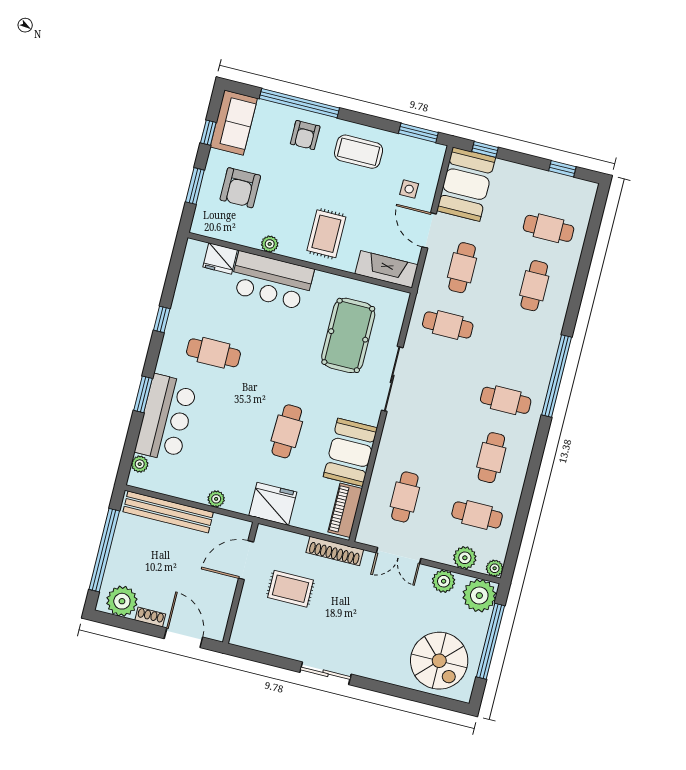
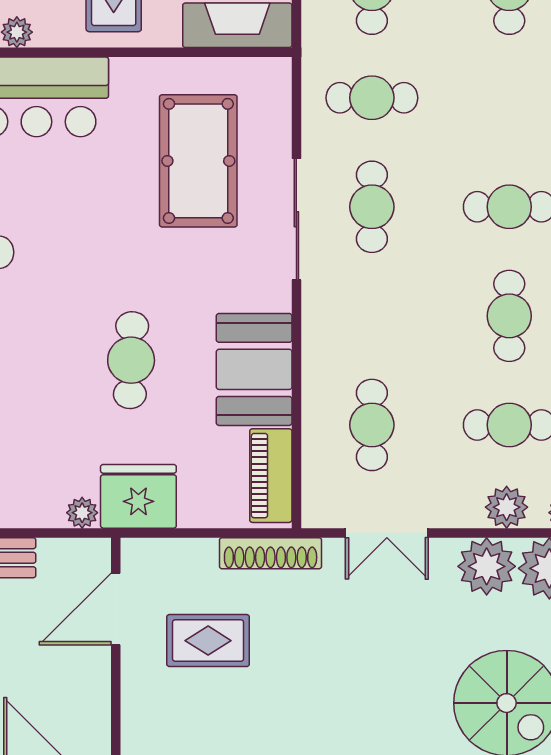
cafe table: (433, 382) -> (372, 207), added
plant: (216, 499) -> (82, 513), moved
plant: (444, 581) -> (487, 566), width x1.36, depth x1.36

